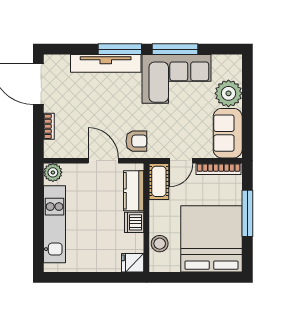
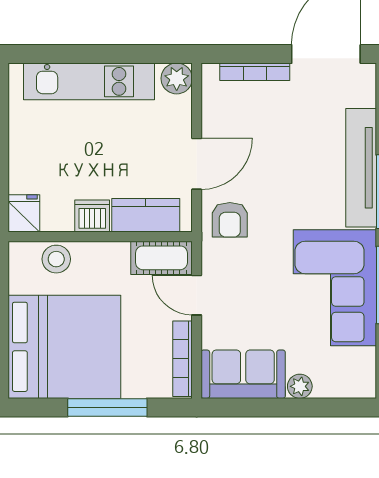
plant: (228, 93) -> (300, 386), width x0.53, depth x0.53
bookcase: (49, 126) -> (255, 72), width x1.56

